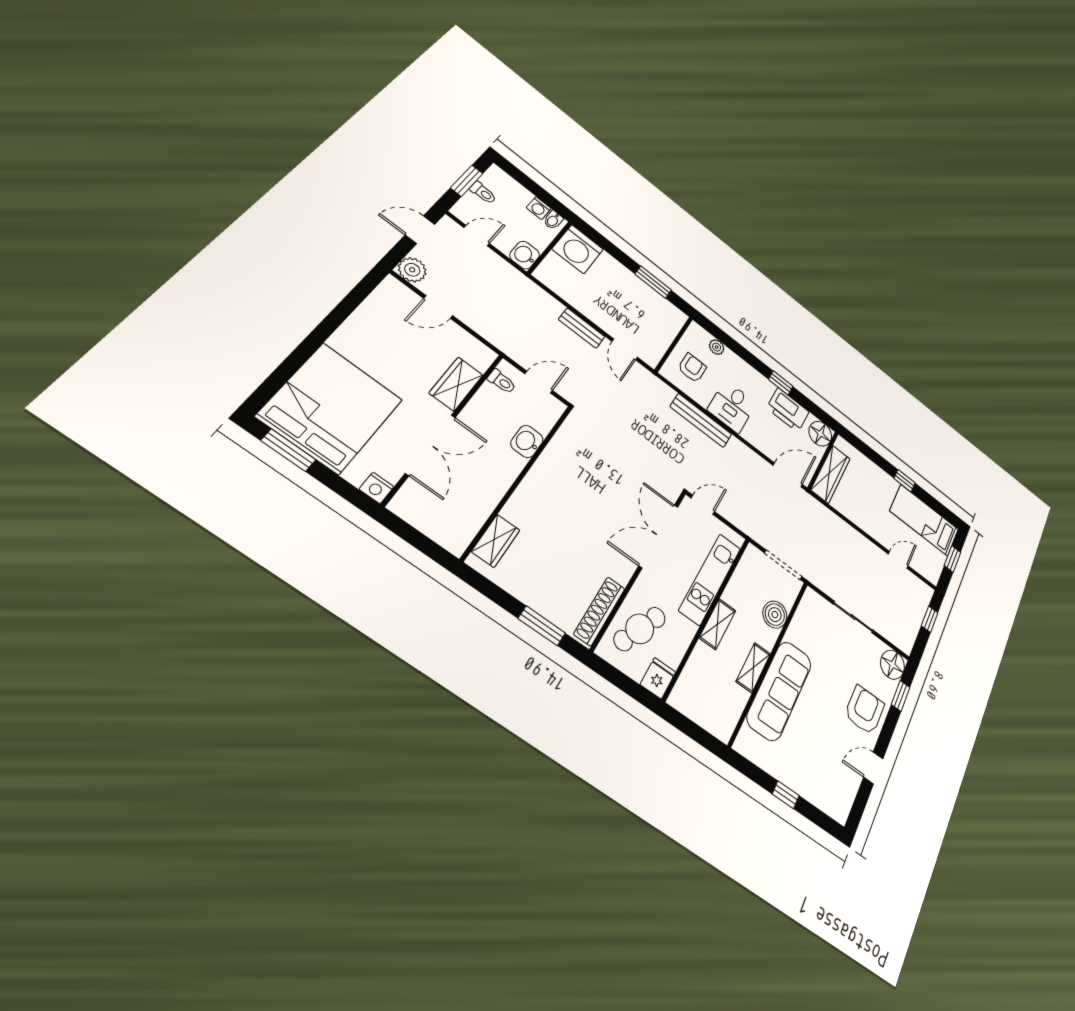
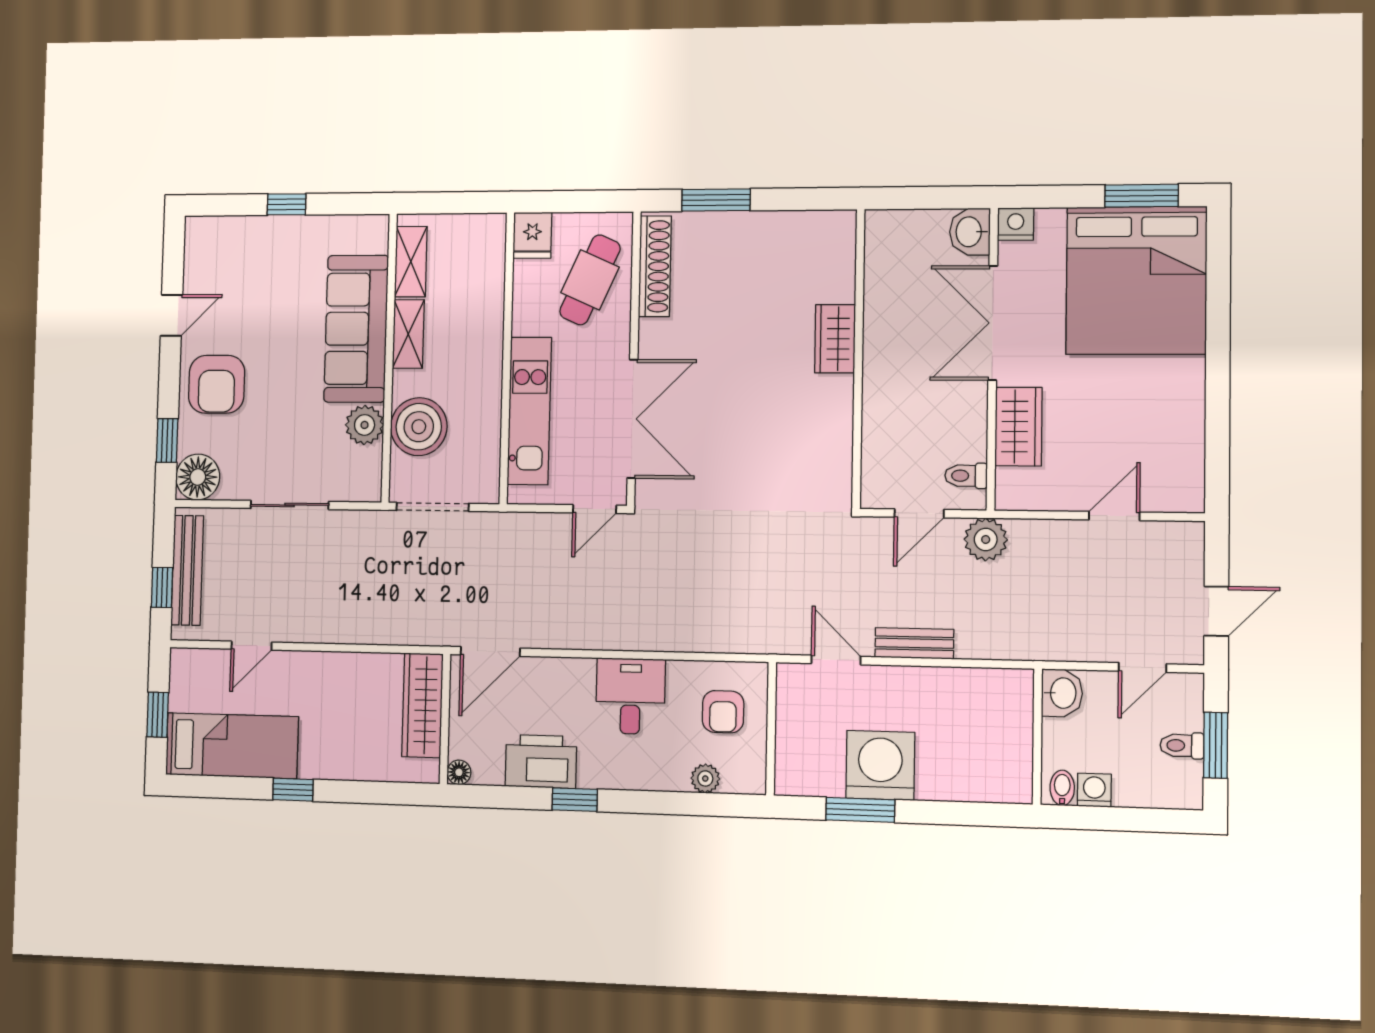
washing machine: (578, 249) -> (880, 765), moved
plant: (412, 270) -> (986, 540), moved
bench: (701, 420) -> (187, 570), moved, turned 90
floor lamp: (820, 434) -> (459, 772), width x0.53, depth x0.53
washbasin: (527, 442) -> (970, 232), moved, turned 180
wardrobe: (496, 541) -> (835, 339), moved
boiler: (775, 615) -> (419, 427), width x1.37, depth x1.37
shelving: (717, 624) -> (411, 262), moved
plant: (798, 633) -> (365, 425), added

